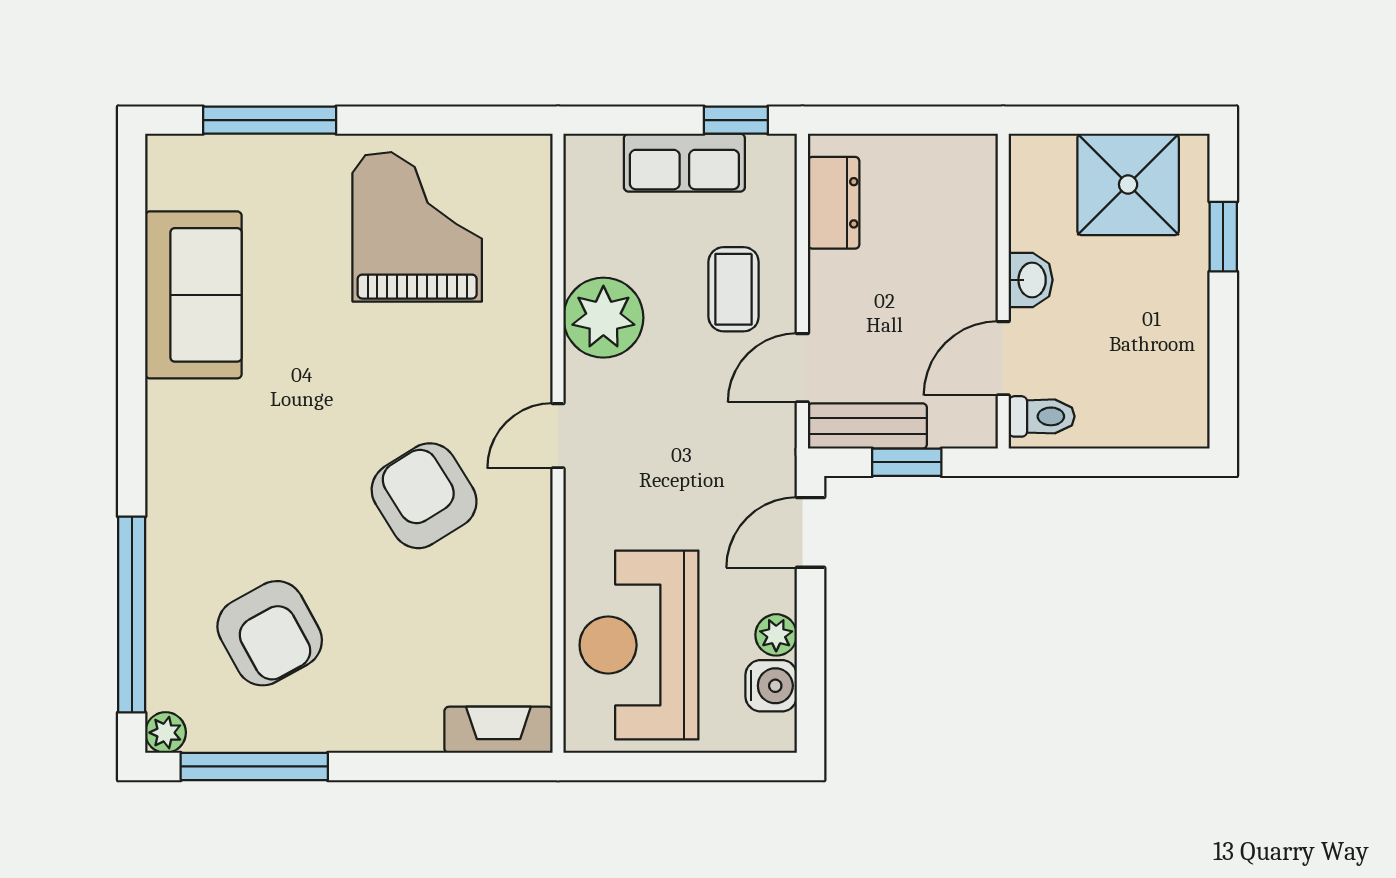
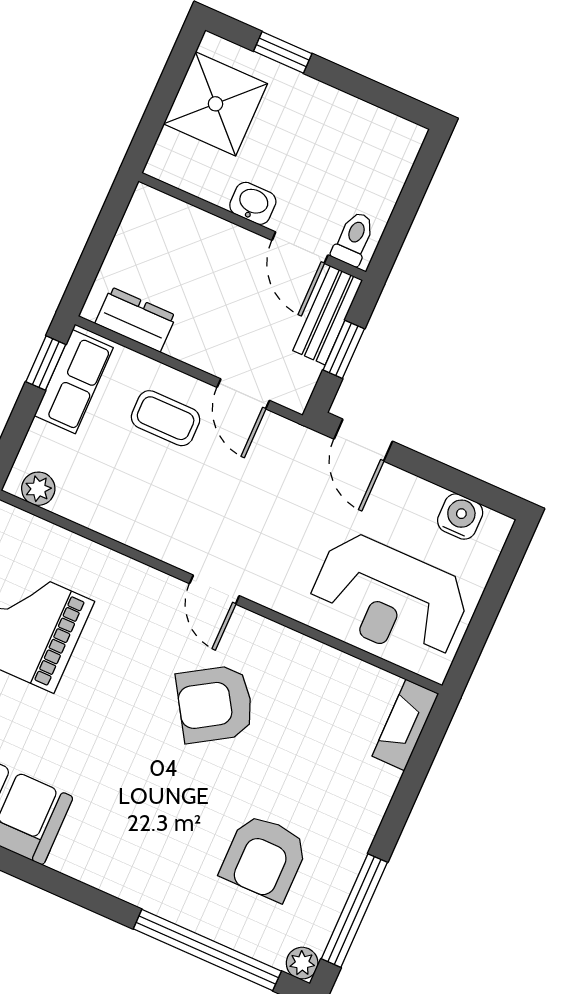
row of seats: (684, 163) -> (74, 382), moved
plant: (603, 318) -> (38, 489), moved, width x0.53, depth x0.53
bench: (867, 426) -> (328, 315), moved
armchair: (270, 633) -> (264, 857), turned 119
plant: (776, 635) -> (425, 497), removed

